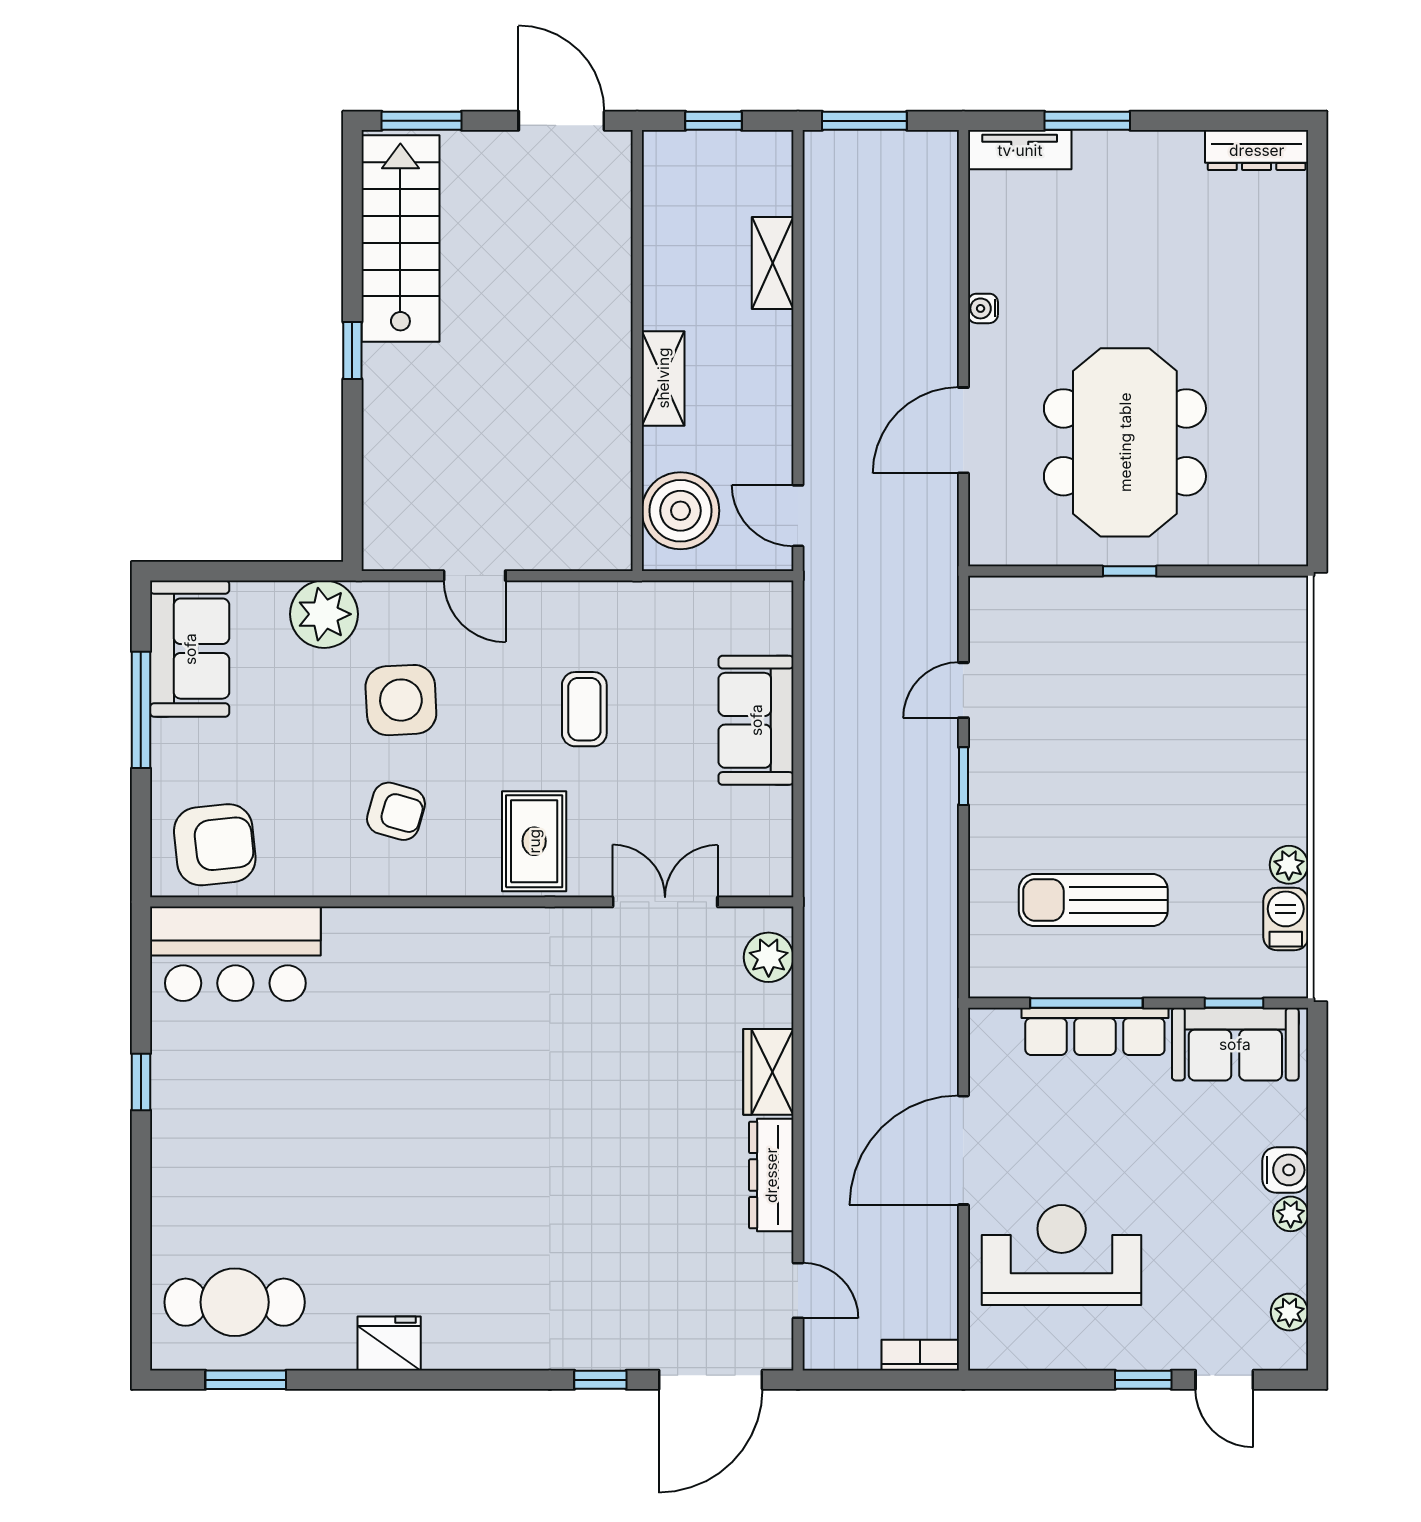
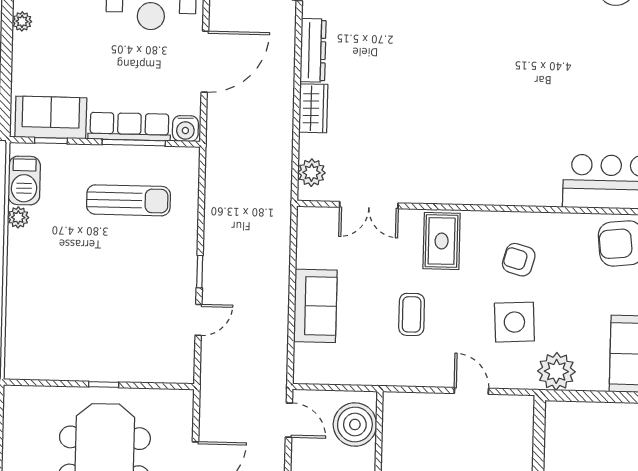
barbecue: (1286, 919) -> (24, 180), width x1.38, depth x1.27
water cooler: (1285, 1170) -> (185, 128), moved, turned -90

